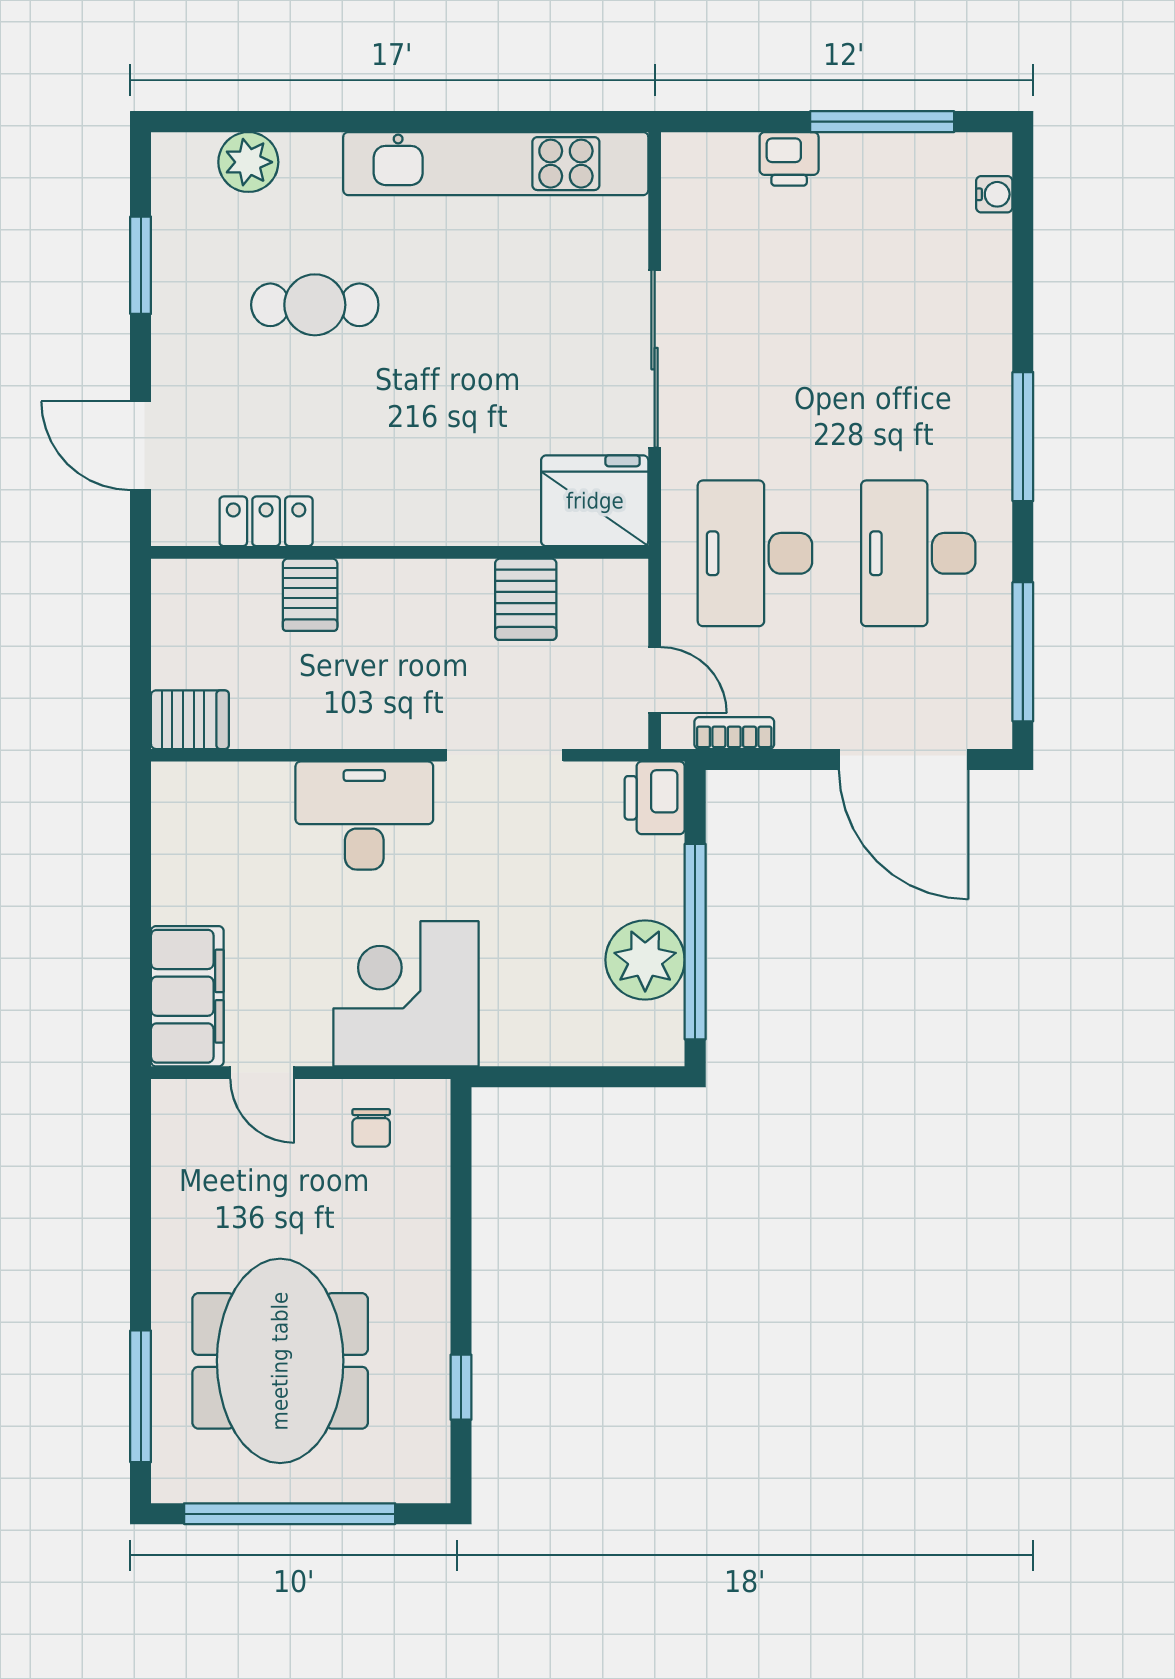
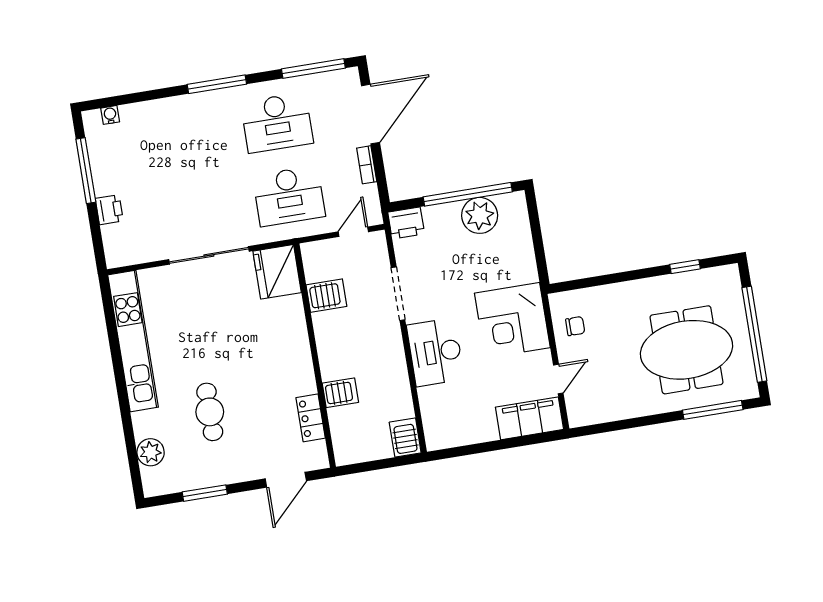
bookcase: (734, 733) -> (367, 165), moved

